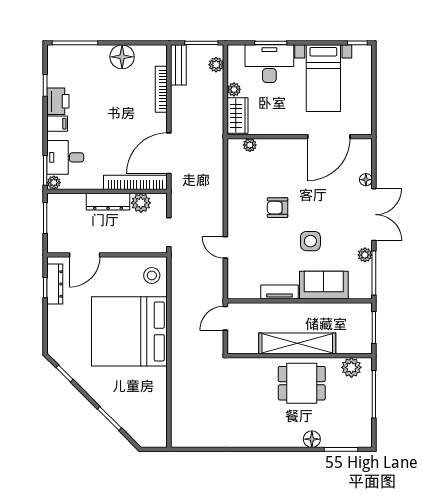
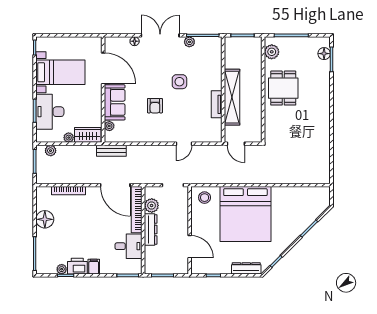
bench: (178, 65) -> (111, 151), moved
desk: (65, 157) -> (128, 246), moved, turned -90
plant: (54, 183) -> (62, 269), moved
dresser: (55, 284) -> (246, 268), moved
sofa: (324, 285) -> (115, 102), moved, turned 180
shelving: (297, 343) -> (232, 97), moved
floor lamp: (312, 439) -> (324, 54), moved

